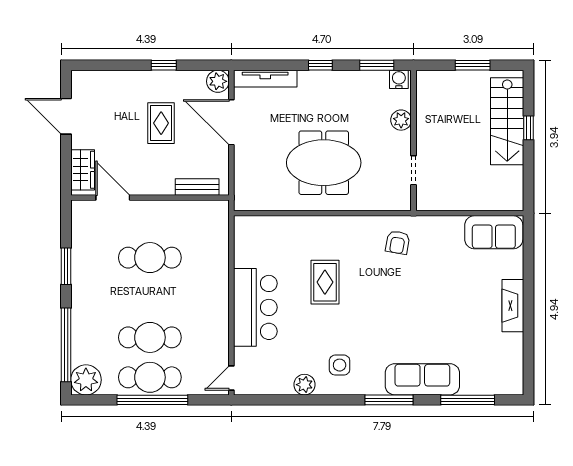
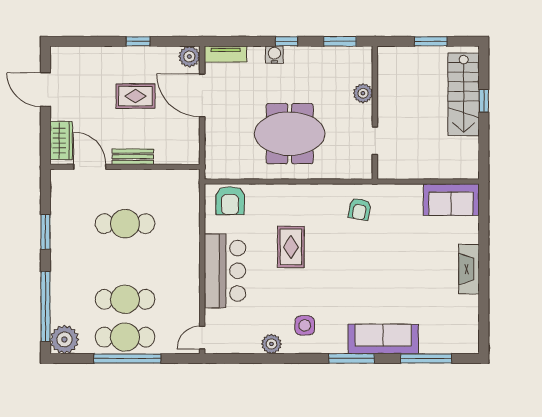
tv unit: (265, 79) -> (226, 54), width x0.71
water cooler: (399, 79) -> (274, 55), moved
rug: (161, 123) -> (135, 96), turned 90
bench: (197, 187) -> (133, 157), moved
armchair: (261, 233) -> (230, 201), added

